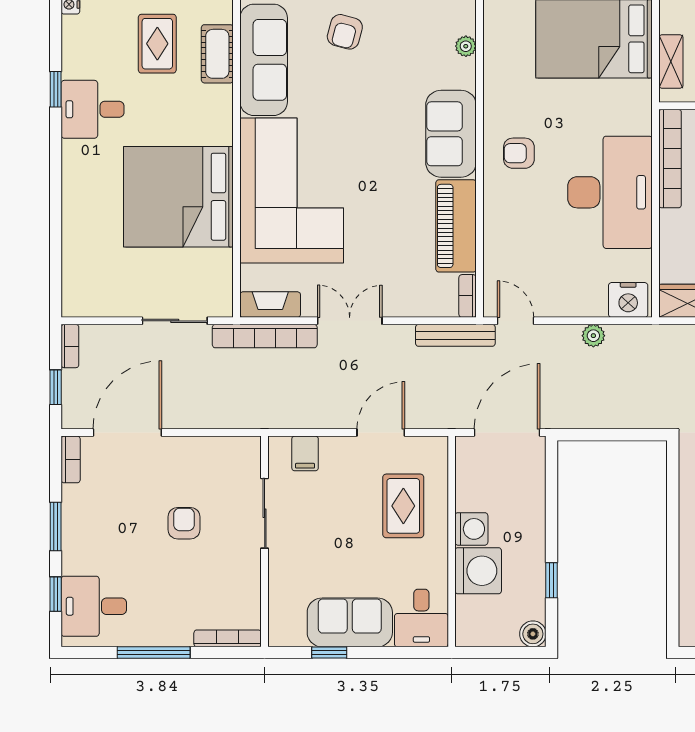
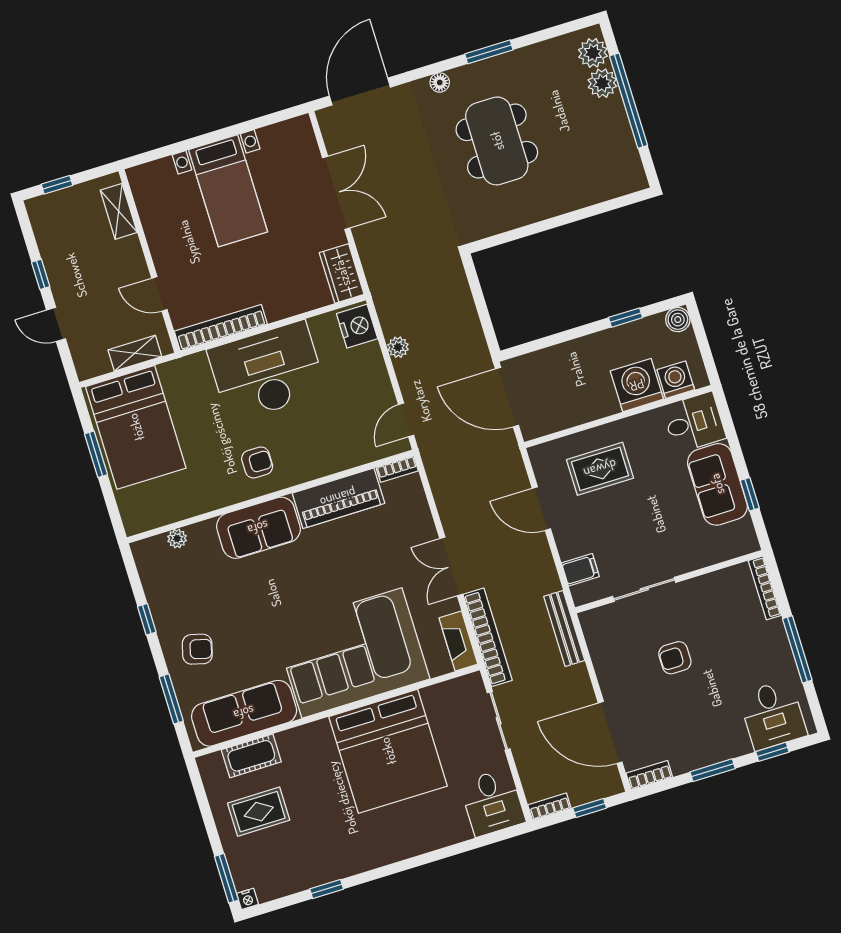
desk: (93, 109) -> (492, 802), moved
armchair: (519, 153) -> (257, 462), turned -90
bench: (455, 335) -> (564, 628), moved
washing machine: (471, 529) -> (676, 380), moved

